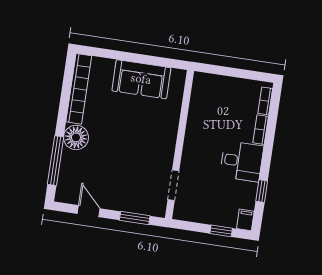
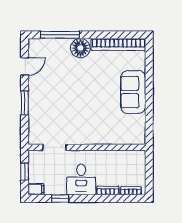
wall: (180, 145) -> (87, 147), moved
doorway: (173, 185) -> (55, 147), moved

